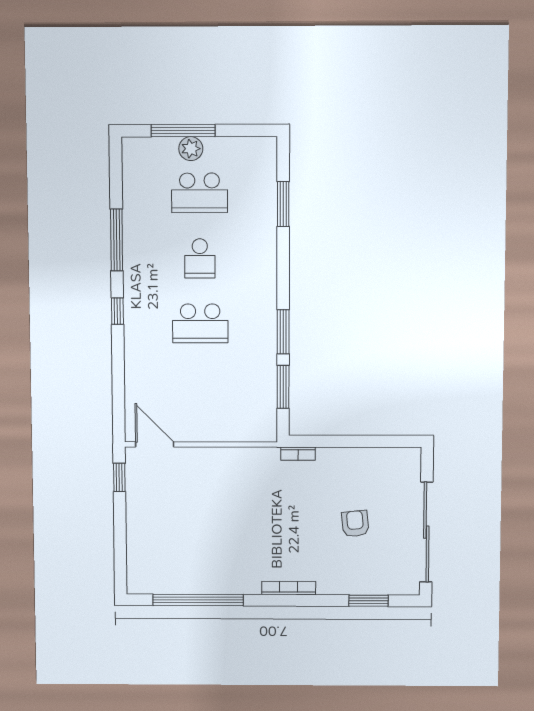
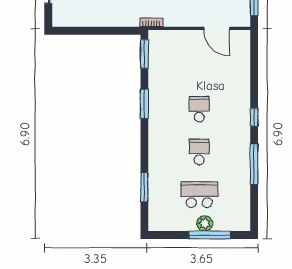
school desk: (200, 323) -> (199, 109), width x0.54
window: (283, 387) -> (144, 54), moved
door: (155, 444) -> (217, 28), moved
bookcase: (298, 454) -> (151, 22), moved

